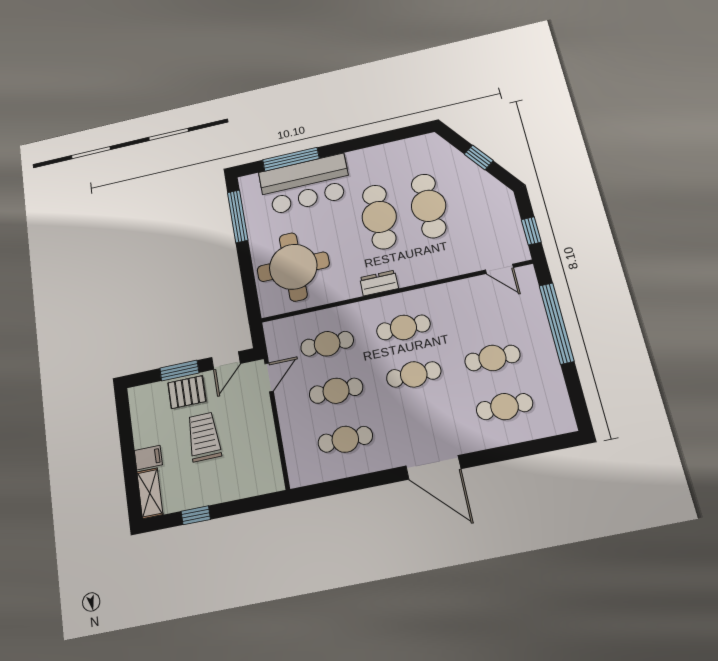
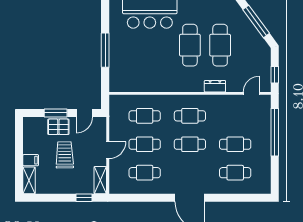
window: (479, 157) -> (256, 21), width x2.17
window: (238, 216) -> (105, 50), moved
round table: (293, 267) -> (133, 65), removed
door: (499, 269) -> (251, 93), swing flipped
dresser: (379, 283) -> (215, 86), moved
door: (269, 377) -> (108, 150), moved
shelving: (271, 468) -> (100, 180), added
window: (196, 515) -> (84, 198), moved

